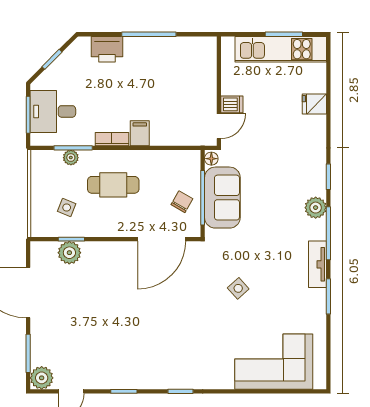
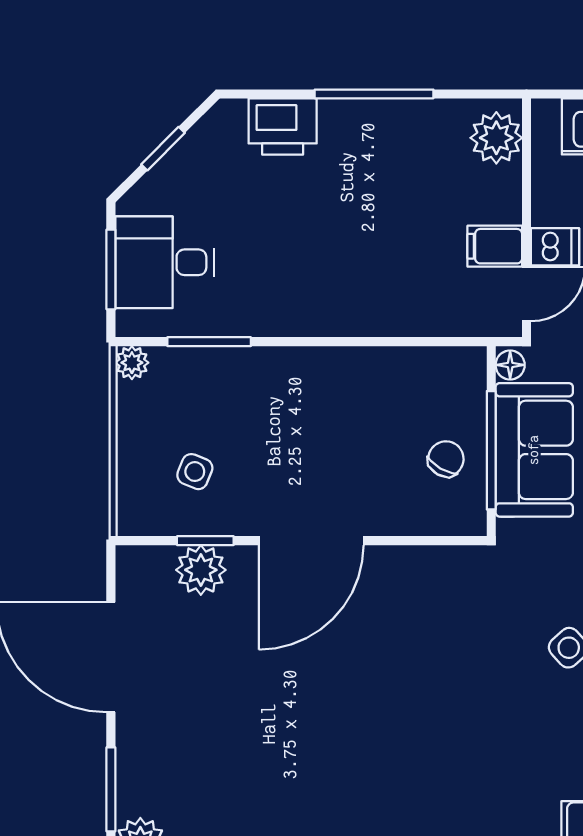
plant: (205, 54) -> (496, 138), added
filing cabinet: (140, 133) -> (495, 246), moved, turned -90
bookcase: (112, 139) -> (294, 323), removed
plant: (71, 158) -> (132, 363), moved
cafe table: (113, 185) -> (296, 422), removed
door: (162, 239) -> (311, 541), moved

